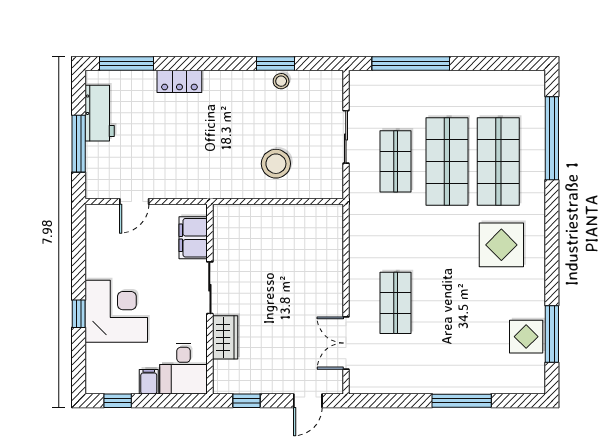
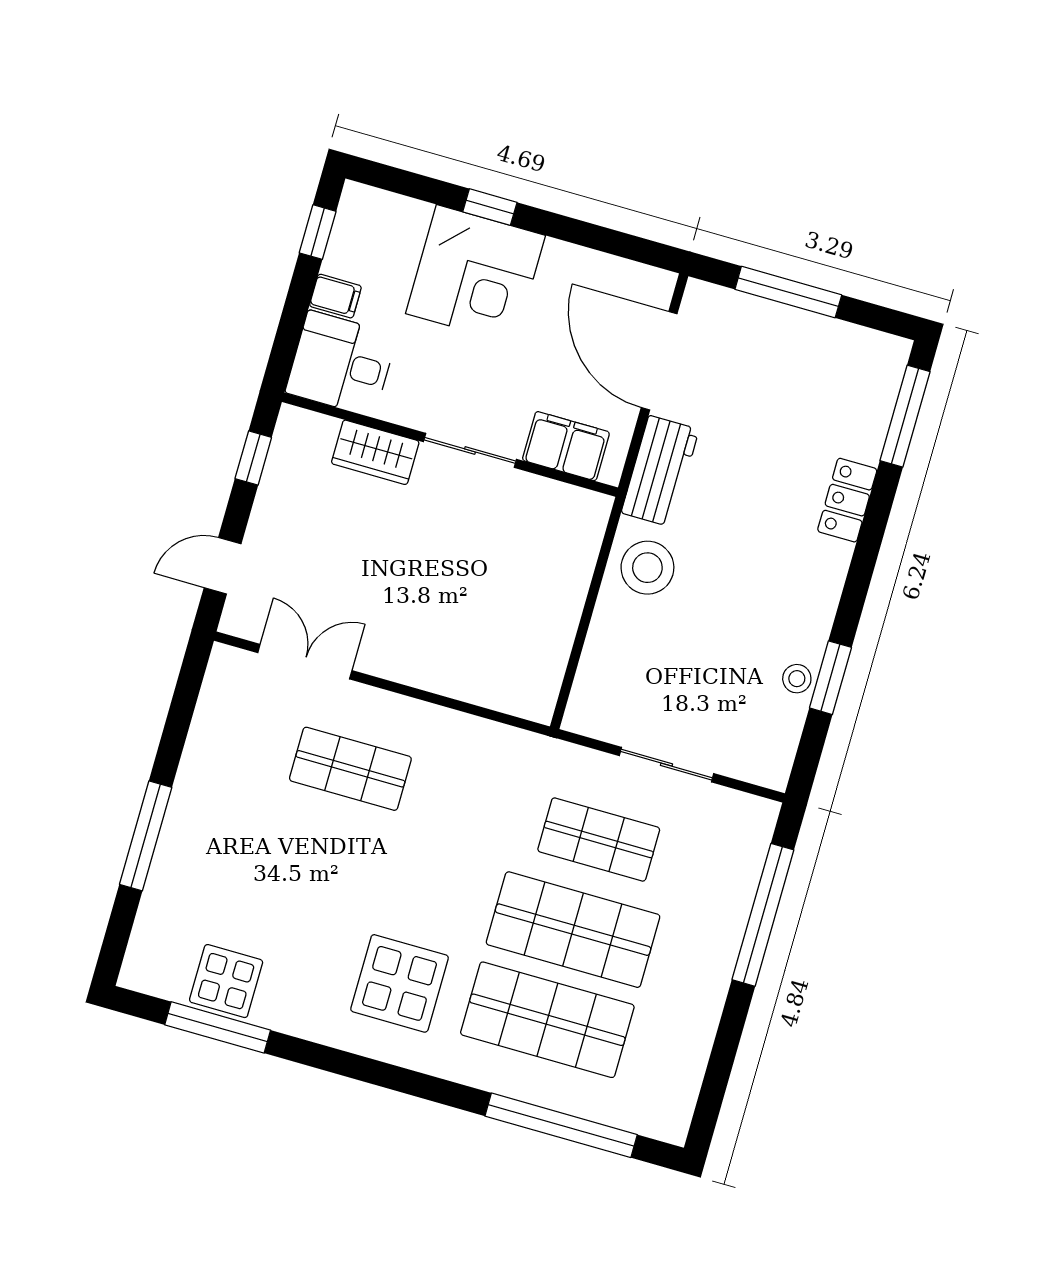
workbench: (100, 113) -> (660, 471), moved, turned -90
stool: (276, 164) -> (647, 568), moved
door: (134, 201) -> (659, 361), width x1.87
door: (308, 401) -> (223, 566), hinge flipped

